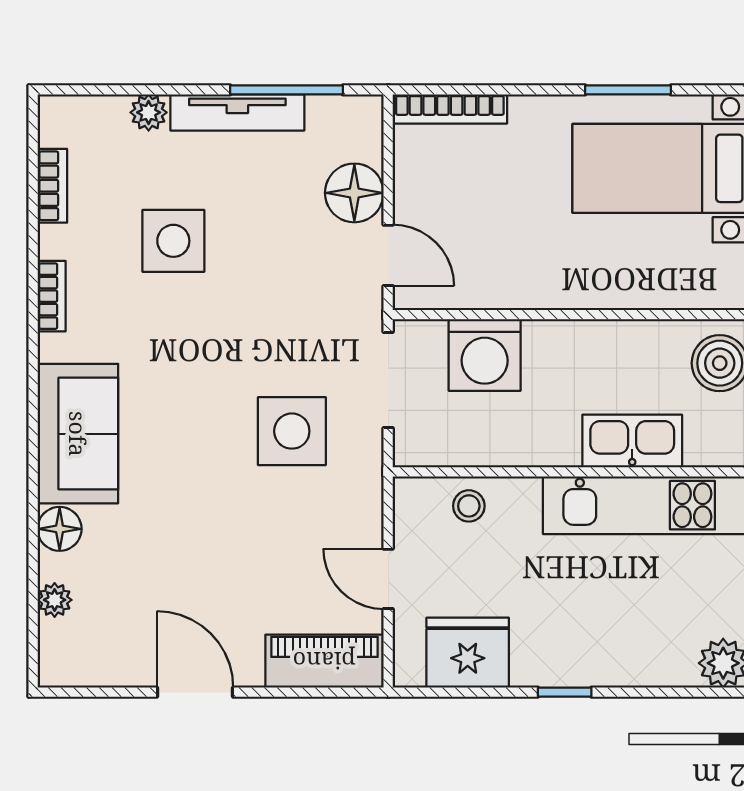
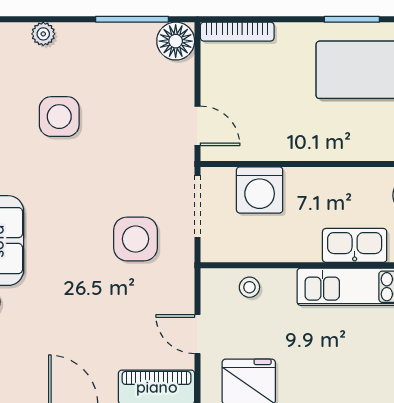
tv unit: (237, 112) -> (100, 34), removed
floor lamp: (354, 193) -> (176, 41), moved

